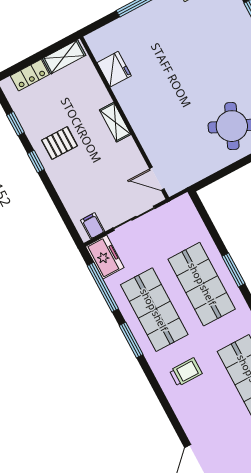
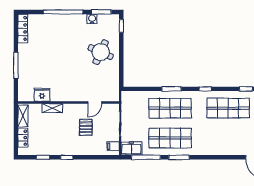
shelving: (115, 122) -> (52, 108), moved
pallet: (60, 143) -> (86, 127), moved
door: (157, 179) -> (95, 103), moved
trolley: (186, 372) -> (209, 139), removed

